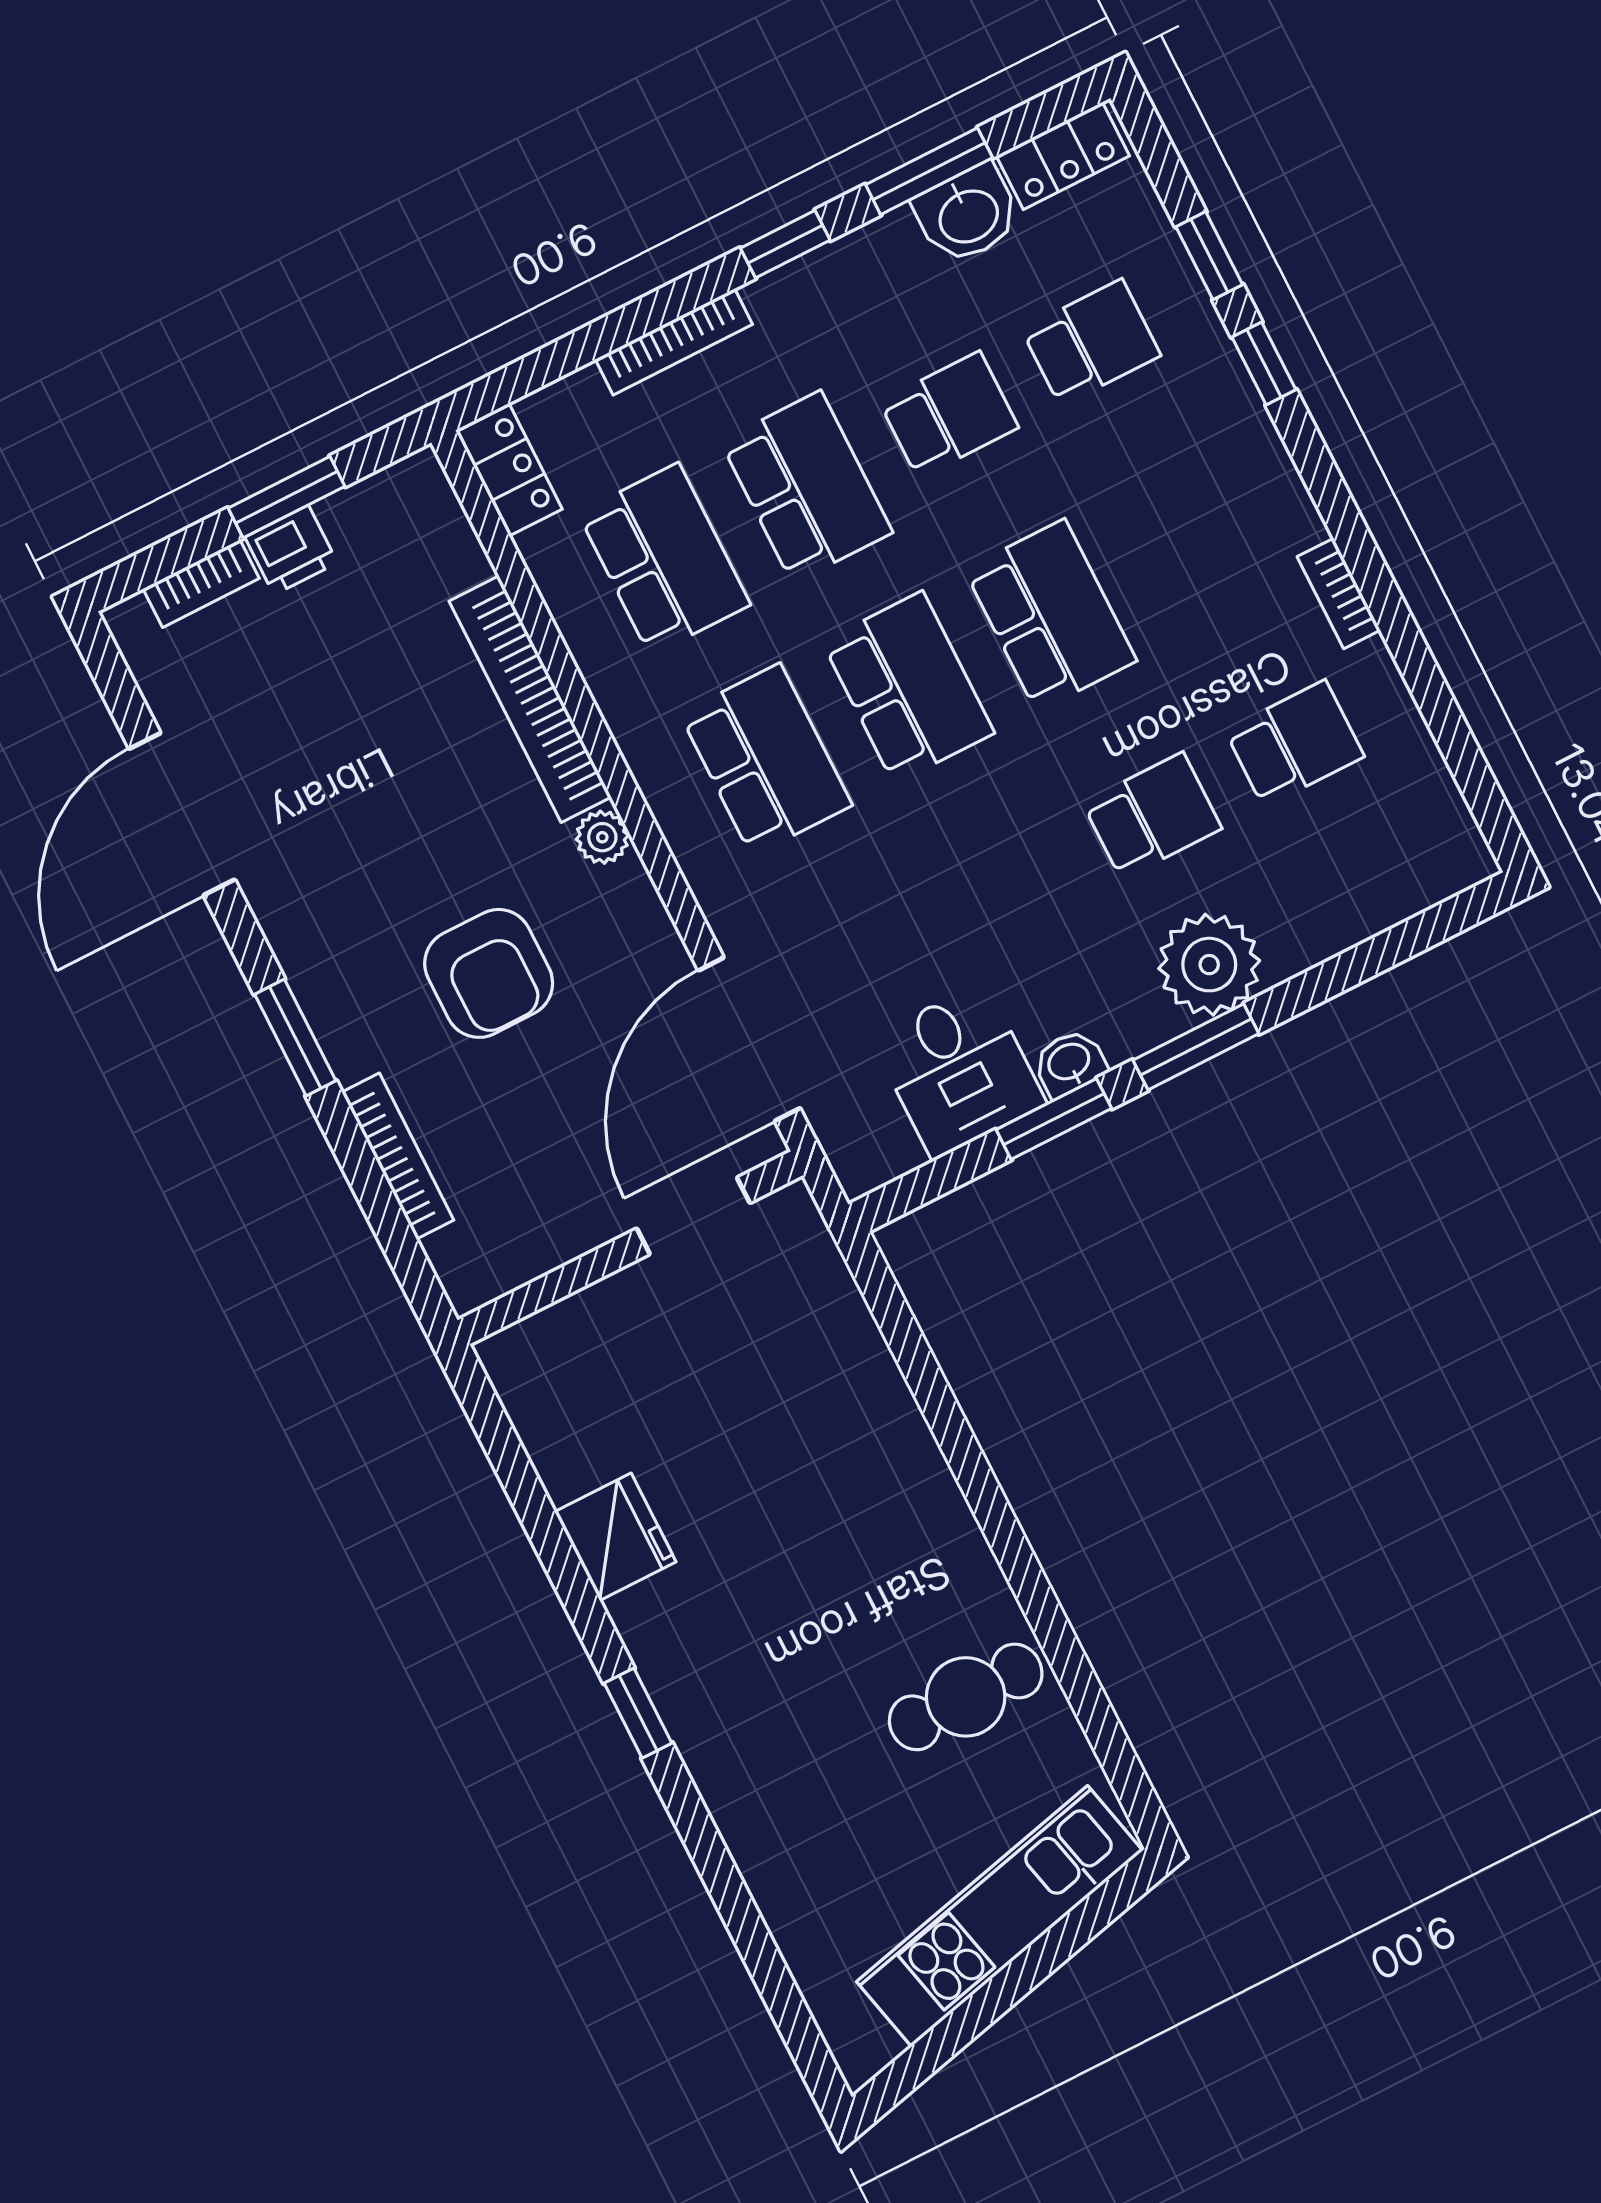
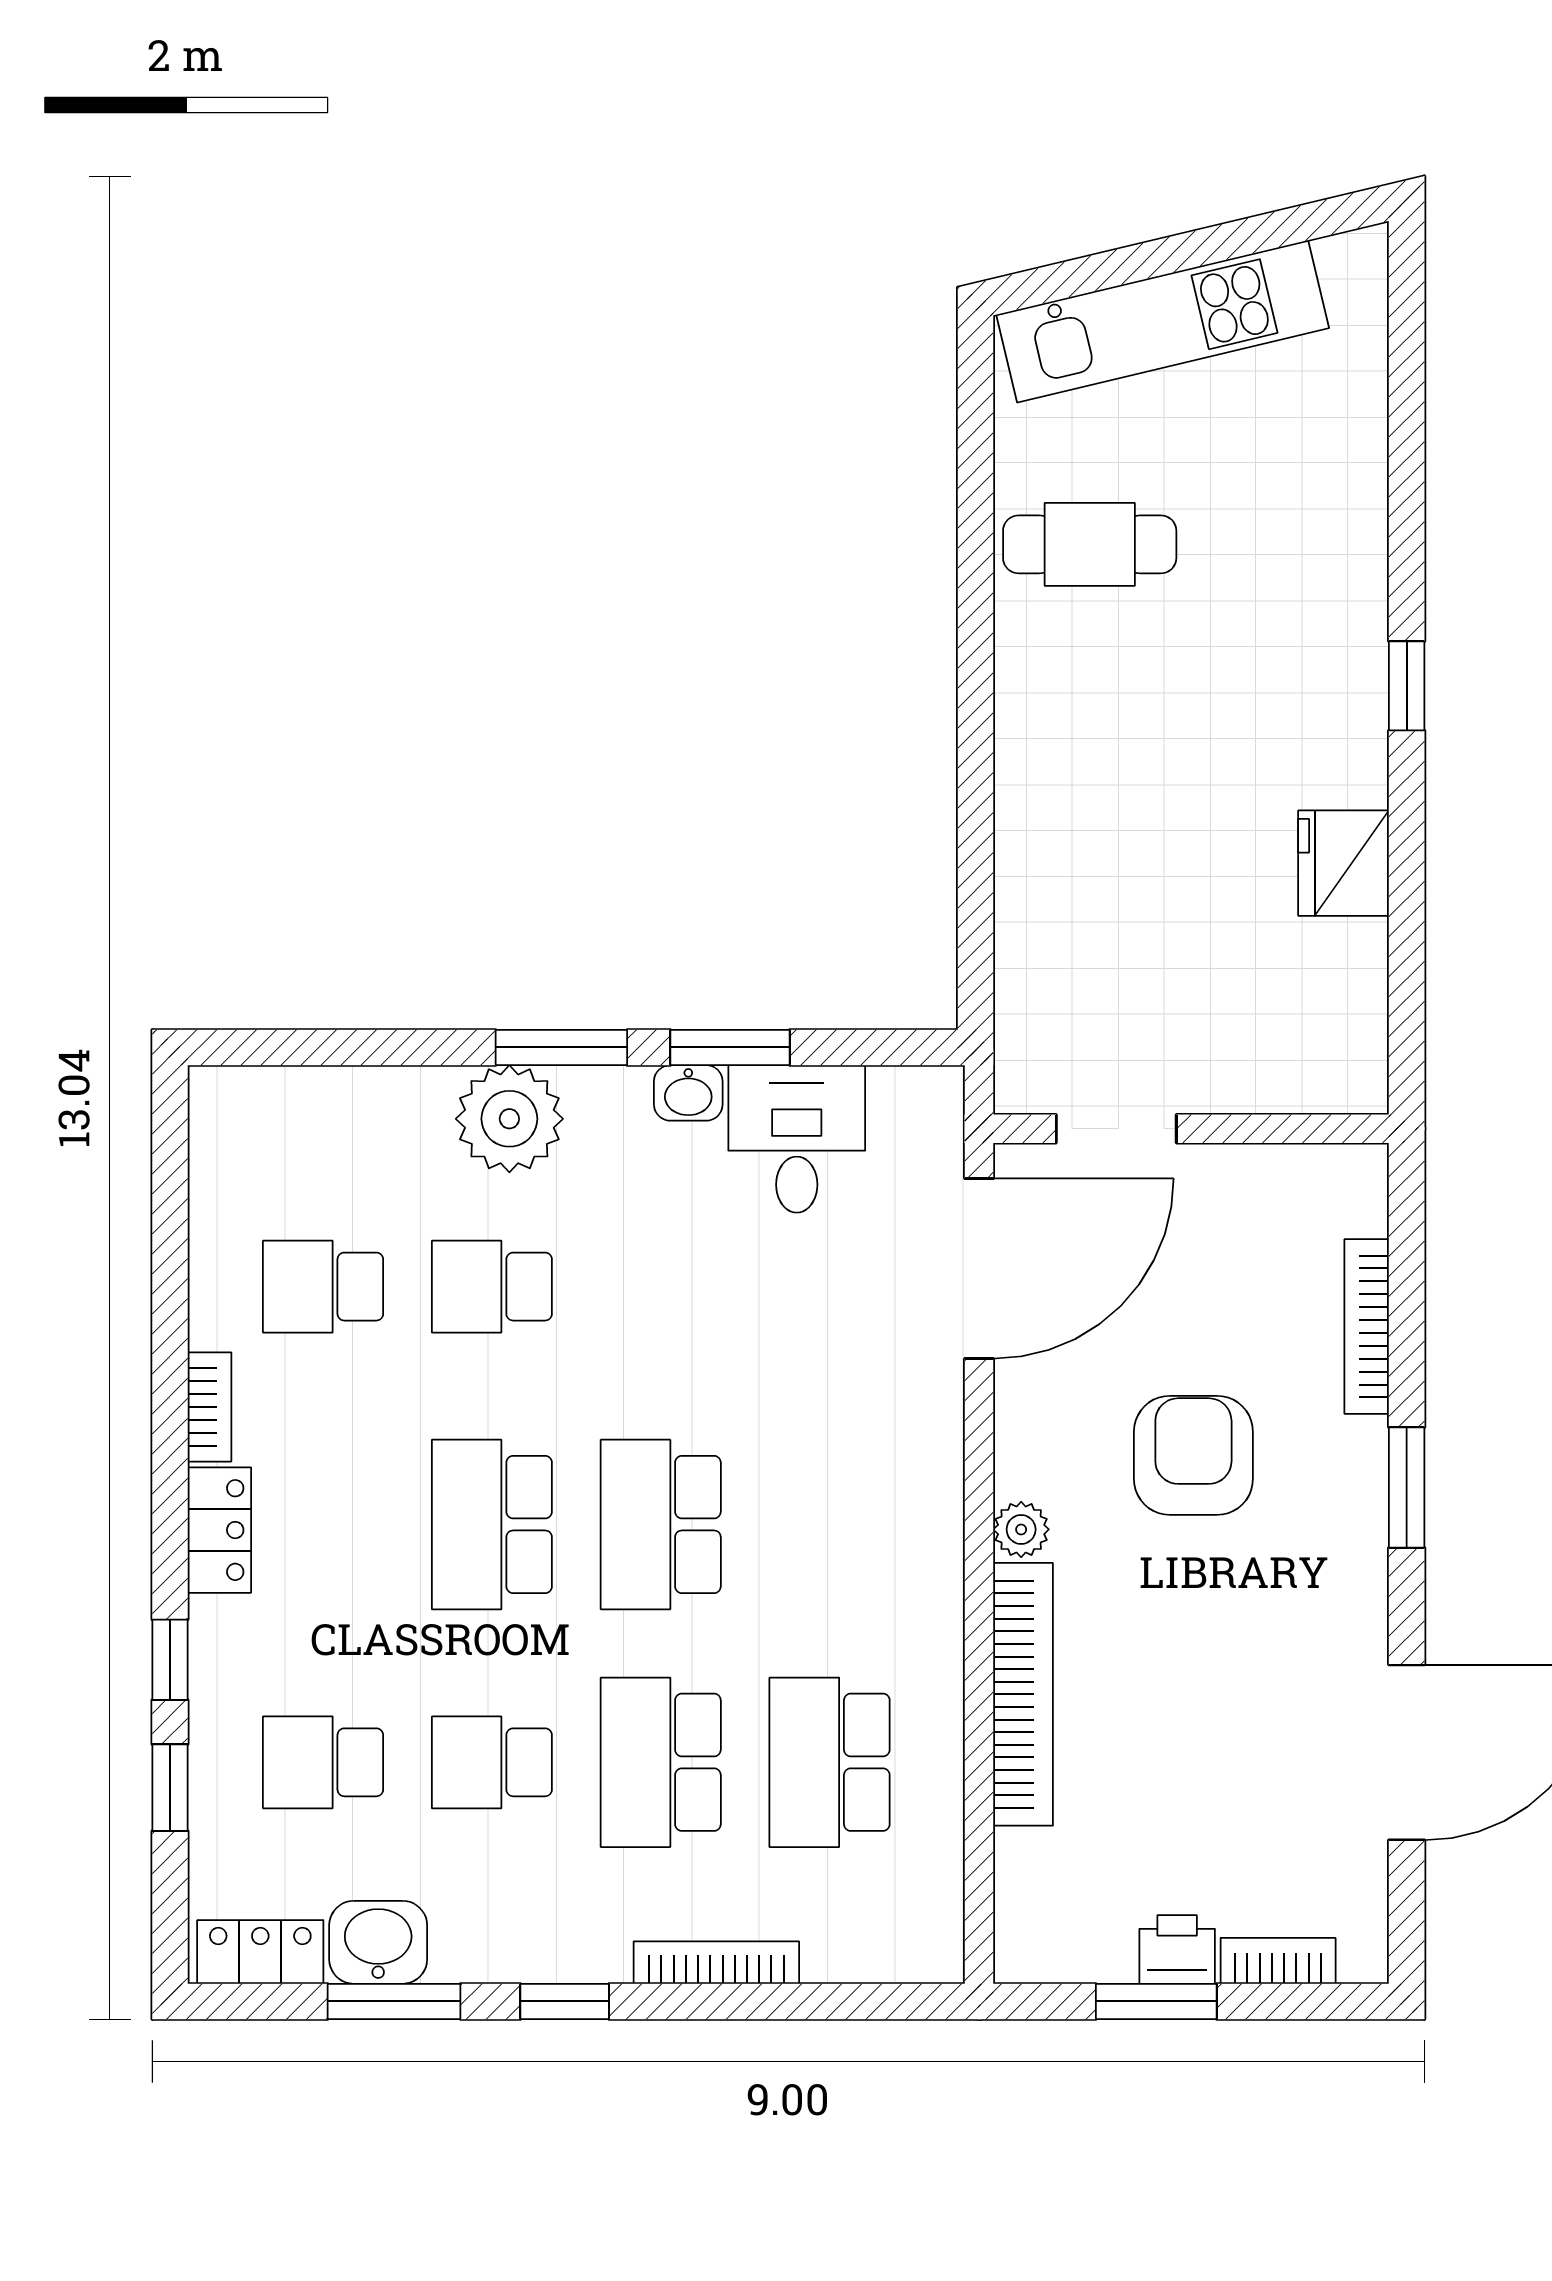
locker: (509, 470) -> (219, 1530), moved, turned 180
school desk: (766, 760) -> (830, 1524), removed

